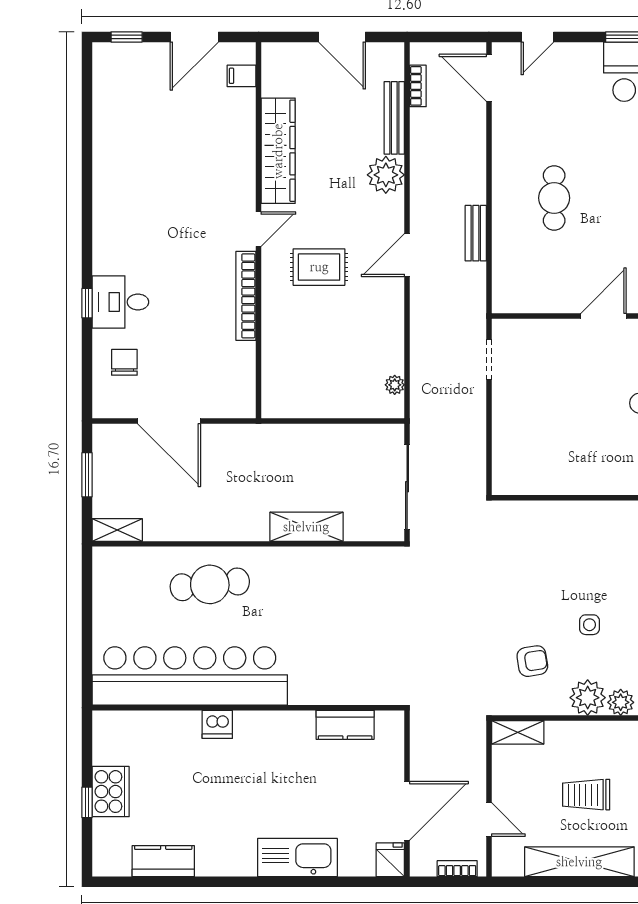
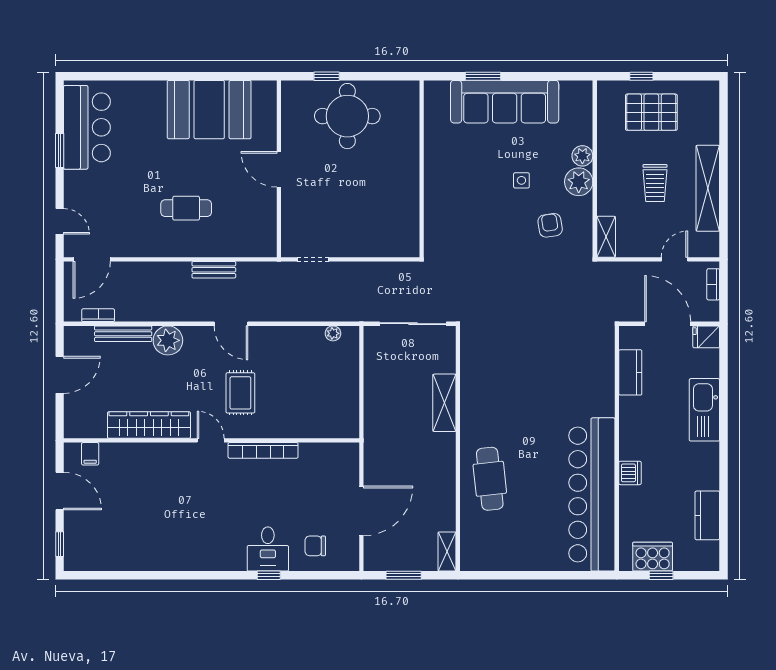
bar counter: (190, 676) -> (592, 494), moved
wall: (248, 708) -> (617, 448), moved
dishwasher: (217, 724) -> (630, 473), moved
kitchen counter: (345, 725) -> (630, 372), moved

